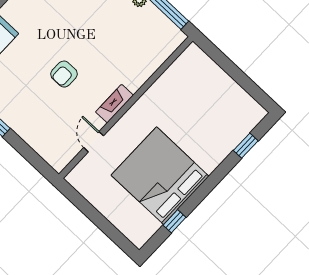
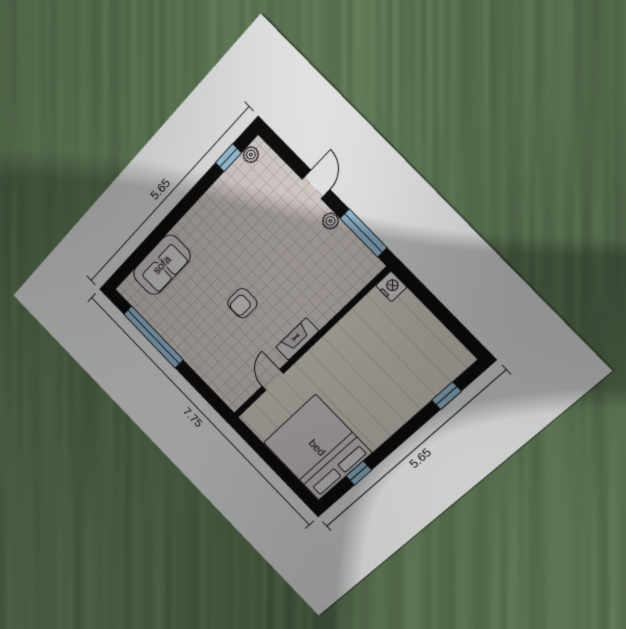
nightstand: (194, 54) -> (391, 286), added
bed: (160, 176) -> (317, 448), moved

